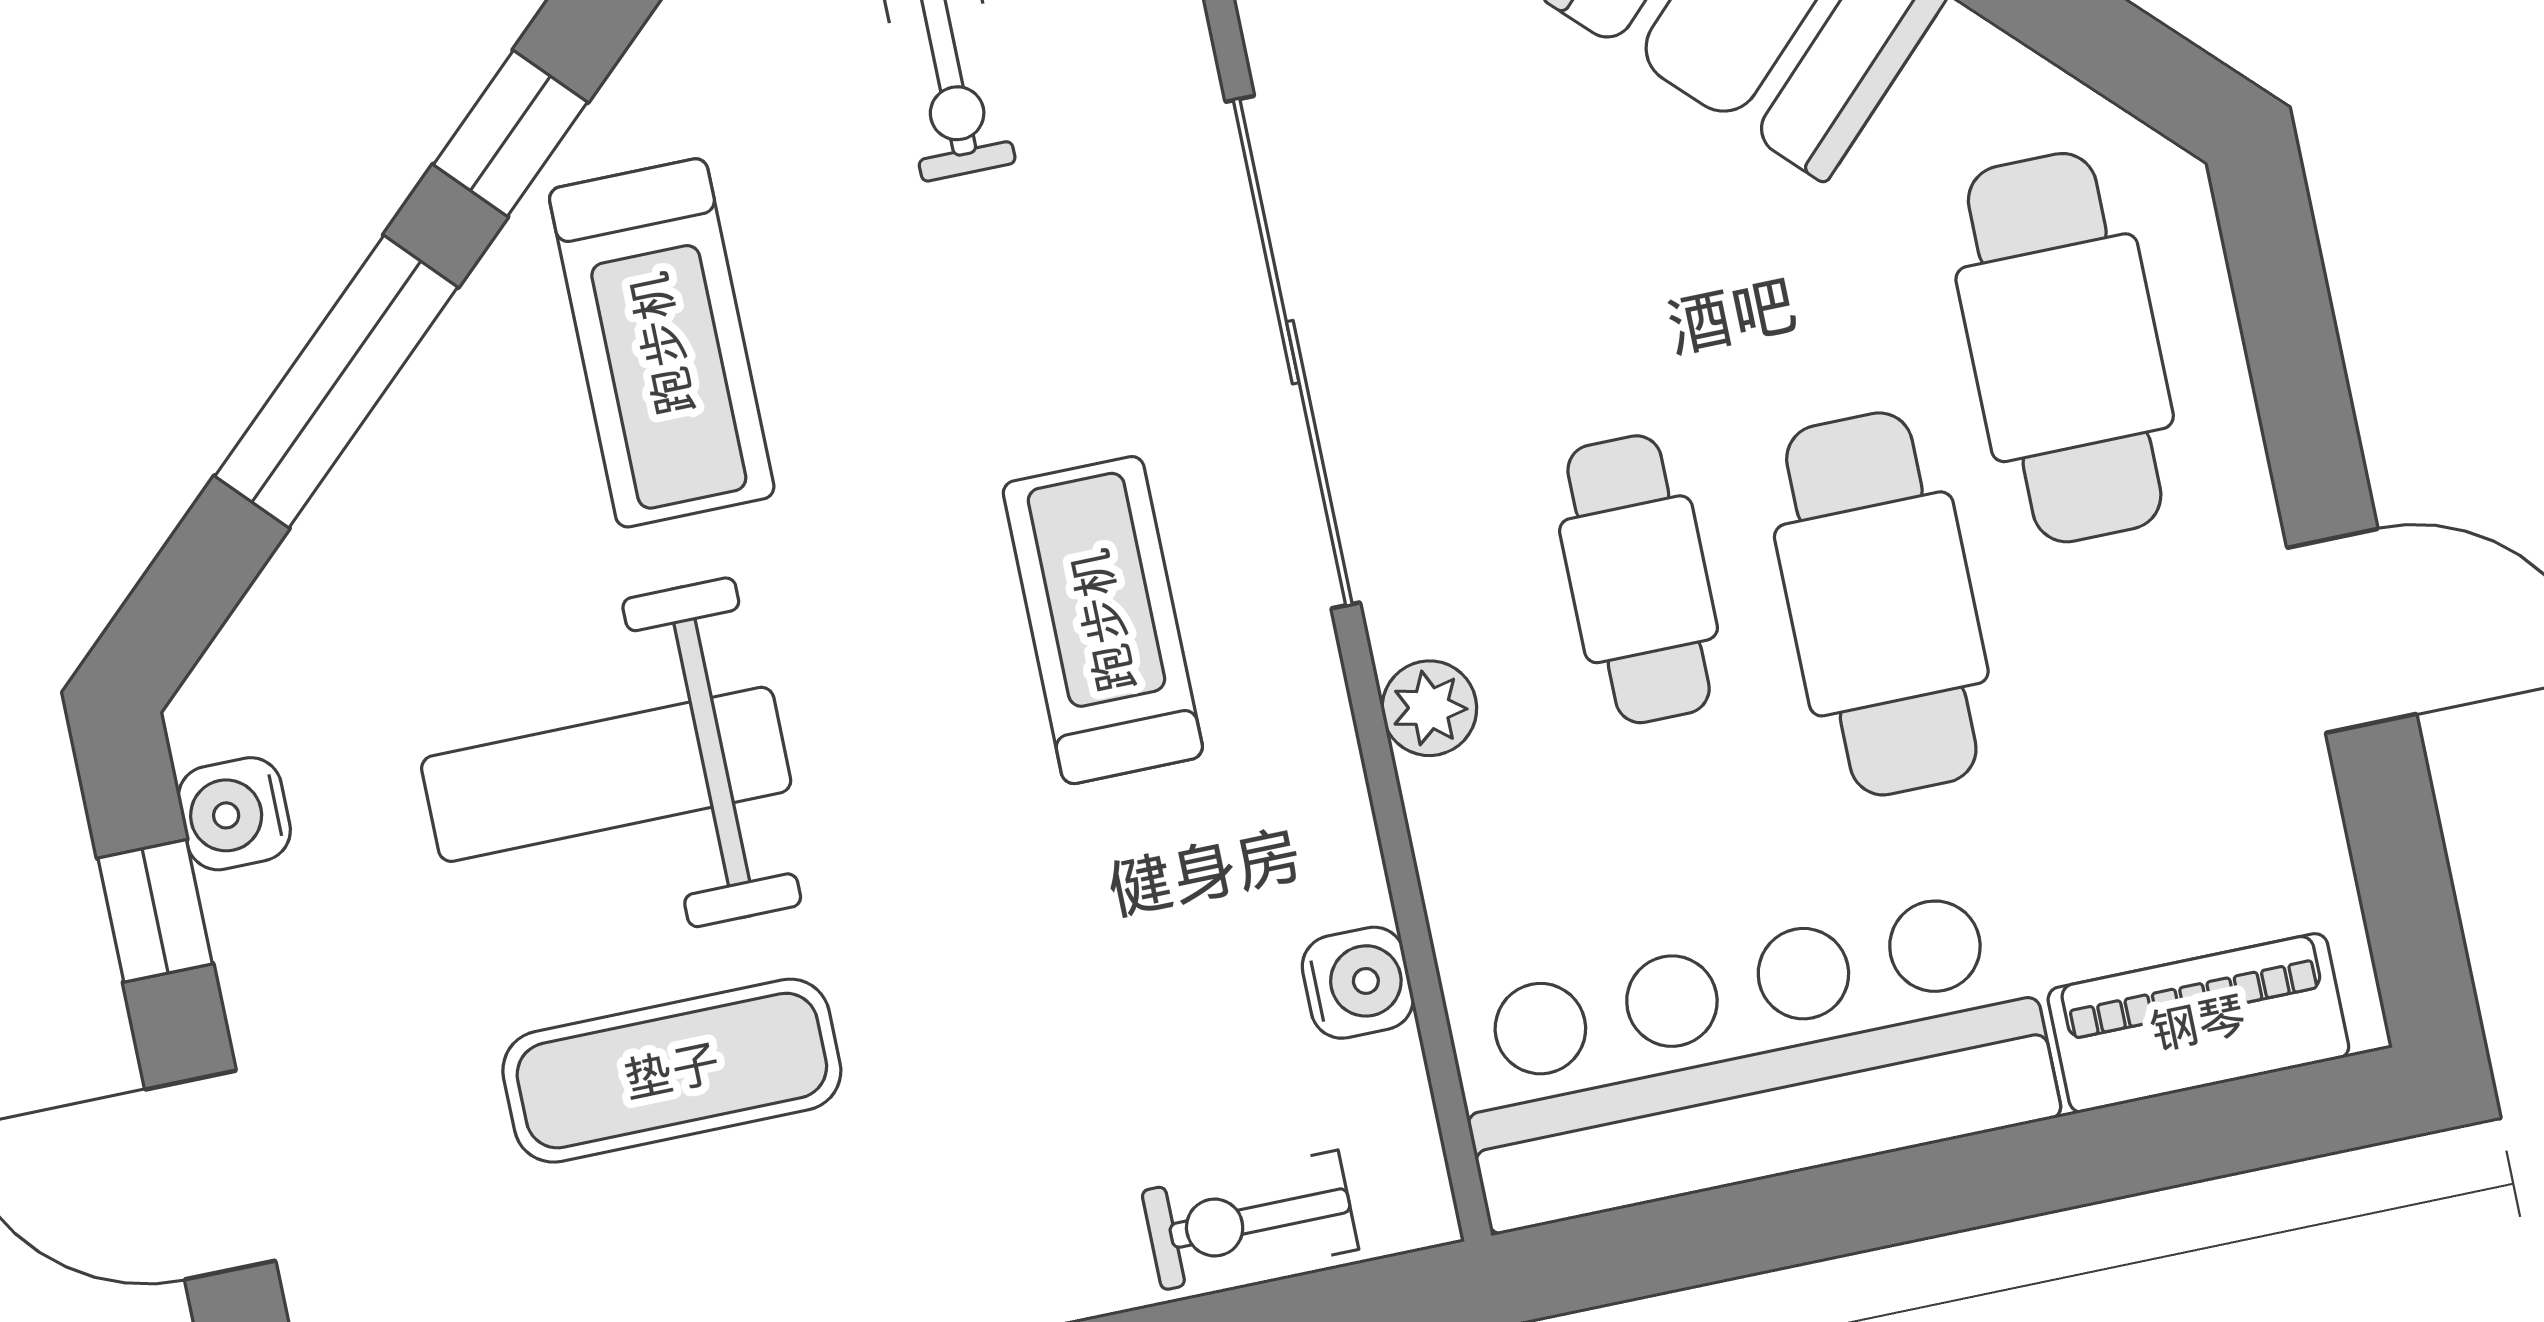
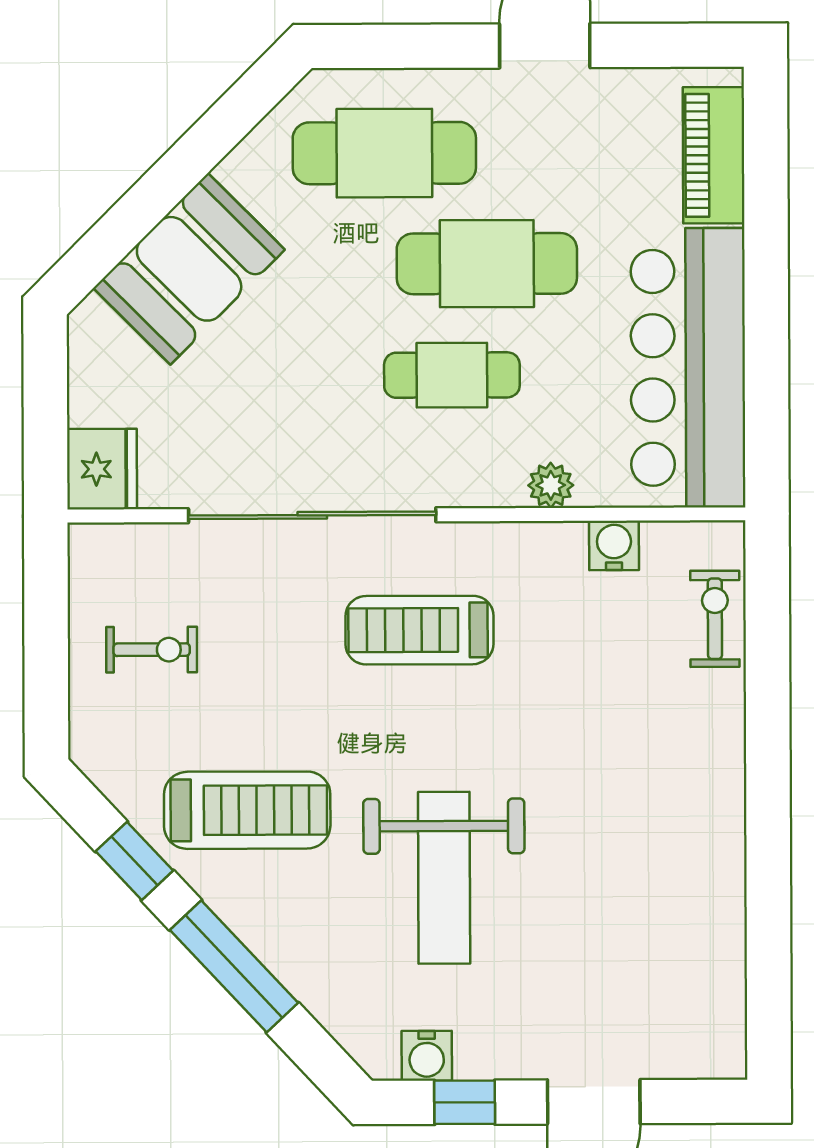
plant: (1429, 708) -> (551, 485), moved
exercise mat: (672, 1071) -> (589, 875), removed
exercise bike: (1250, 1220) -> (715, 619), turned 180

